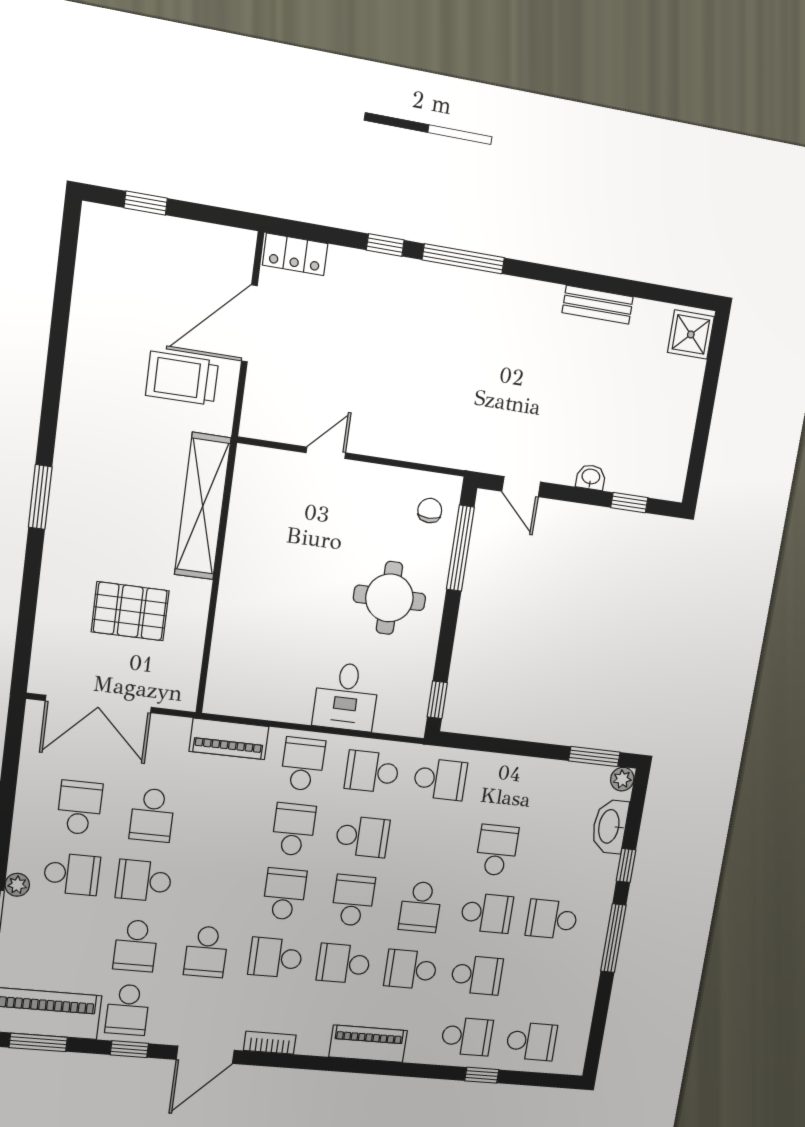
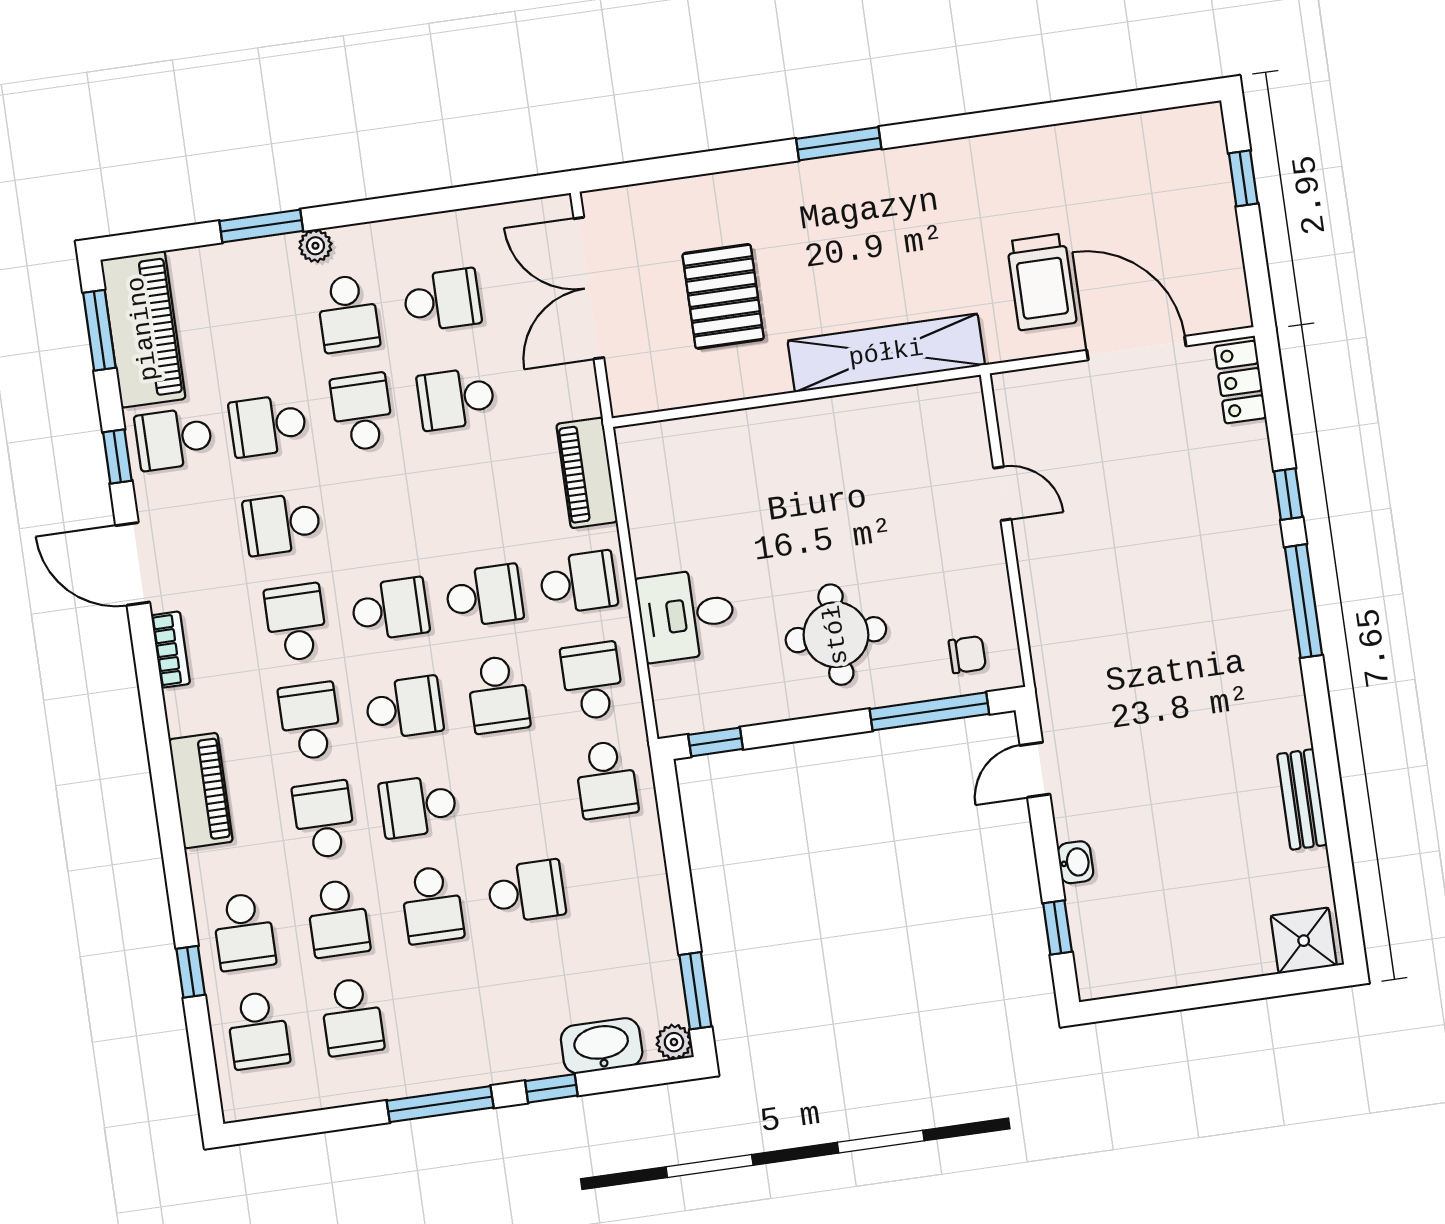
trolley: (182, 378) -> (1042, 282), turned 180
school desk: (552, 919) -> (352, 1017), moved, turned 180

